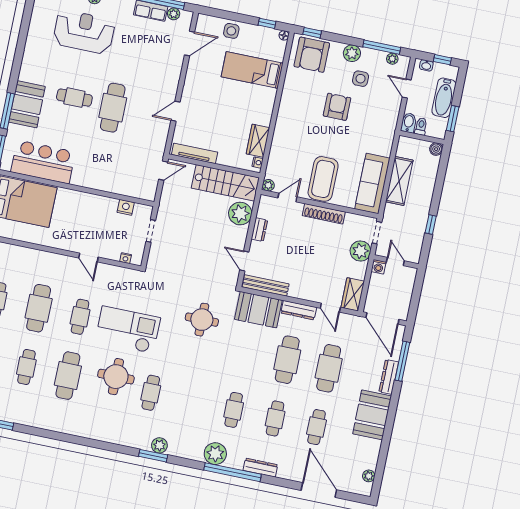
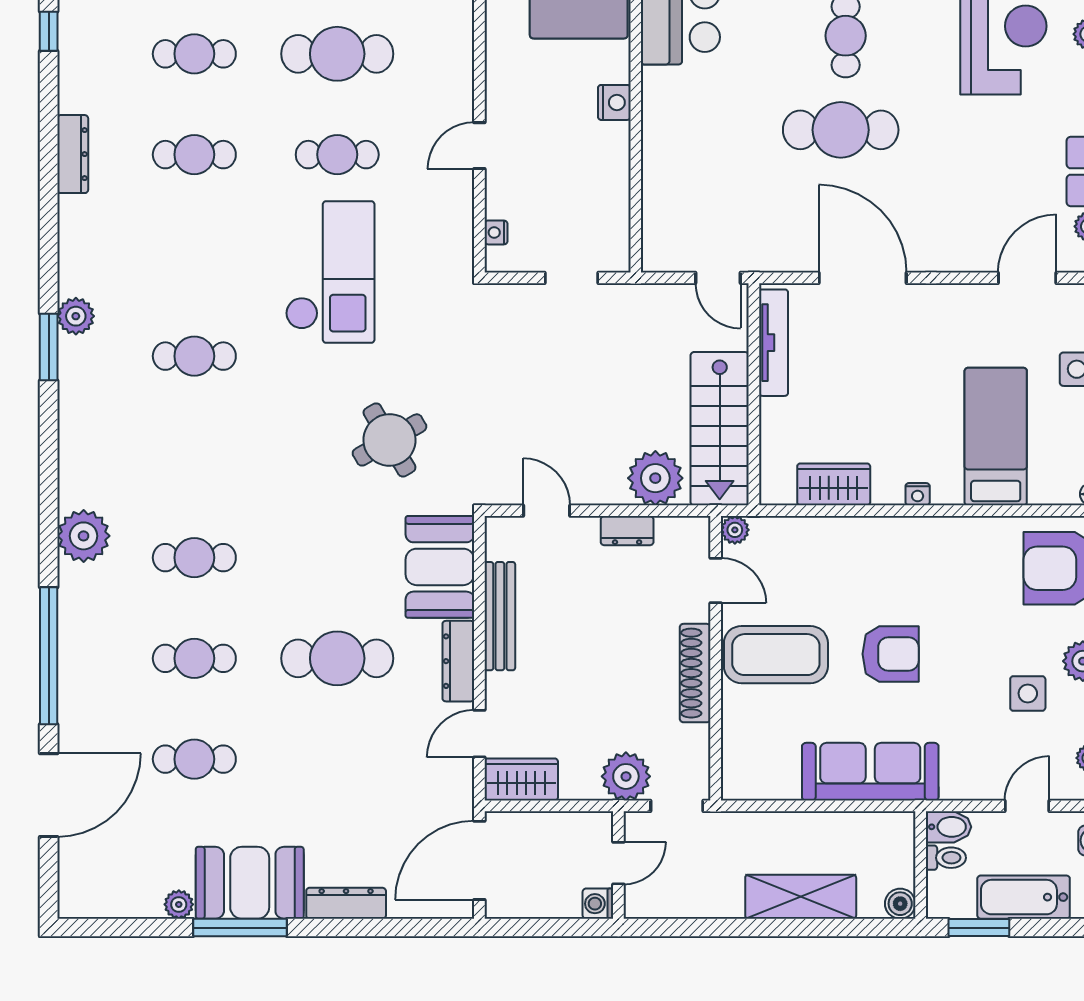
door: (190, 44) -> (1027, 278), swing flipped
armchair: (337, 107) -> (891, 654), moved
door: (176, 111) -> (863, 278), width x1.88
nightstand: (258, 163) -> (918, 494), moved
shelving: (399, 181) -> (801, 897), moved
sofa: (372, 184) -> (870, 772), moved
nightstand: (126, 207) -> (614, 102), moved
window: (431, 225) -> (722, 928), removed
door: (244, 261) -> (547, 511), hinge flipped
washing machine: (379, 267) -> (598, 904), moved
bench: (265, 285) -> (500, 616), moved
round table: (202, 320) -> (389, 440), turned -30
window: (402, 361) -> (240, 928), moved
cafe table: (329, 368) -> (337, 759), removed
cafe table: (68, 376) -> (194, 155), width x0.73, depth x0.74
round table: (116, 377) -> (215, 267), removed
plant: (159, 445) -> (76, 316), moved
window: (153, 456) -> (49, 347), moved
dresser: (260, 468) -> (73, 154), moved
window: (233, 472) -> (49, 656), moved
plant: (369, 476) -> (179, 904), moved

